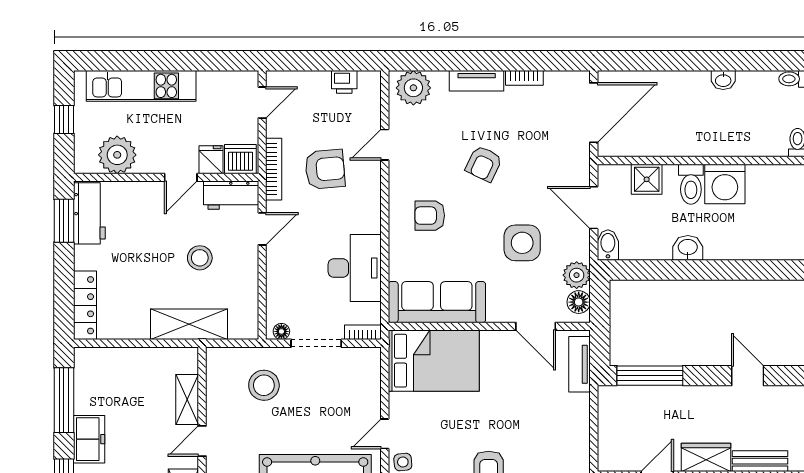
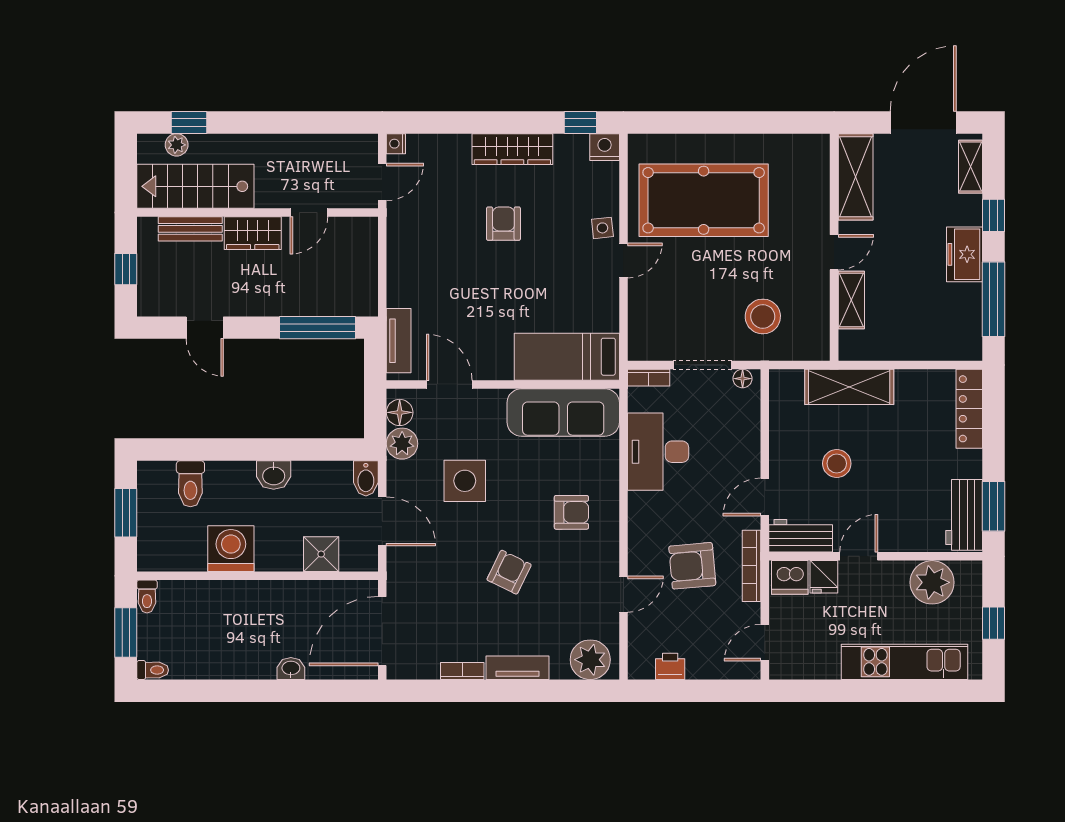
washbasin: (723, 80) -> (291, 669), moved
toilet: (691, 184) -> (190, 484), moved, turned 180
bed: (434, 361) -> (567, 357), width x0.67

